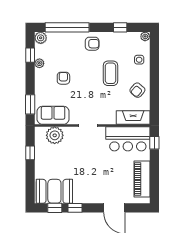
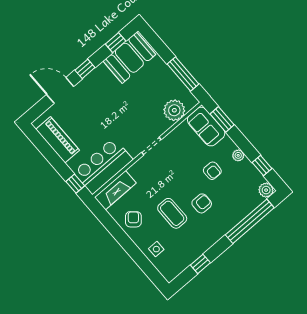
plant: (145, 36) -> (169, 276), removed
armchair: (92, 44) -> (202, 203), moved, turned 180
plant: (39, 63) -> (238, 155), moved
sofa: (53, 115) -> (206, 127), moved, turned 90
window: (30, 153) -> (183, 74), width x2.17
window: (75, 208) -> (85, 69), moved

